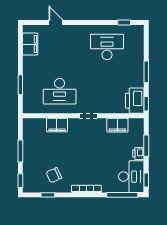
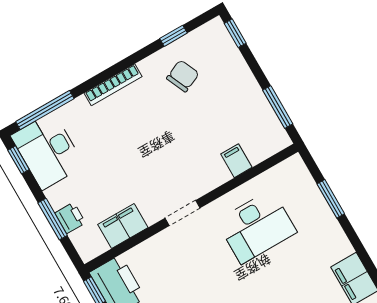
desk: (60, 91) -> (257, 227), turned 180
filing cabinet: (57, 125) -> (236, 161), width x0.50
window: (20, 151) -> (278, 107), moved
printer: (138, 153) -> (70, 218), moved

